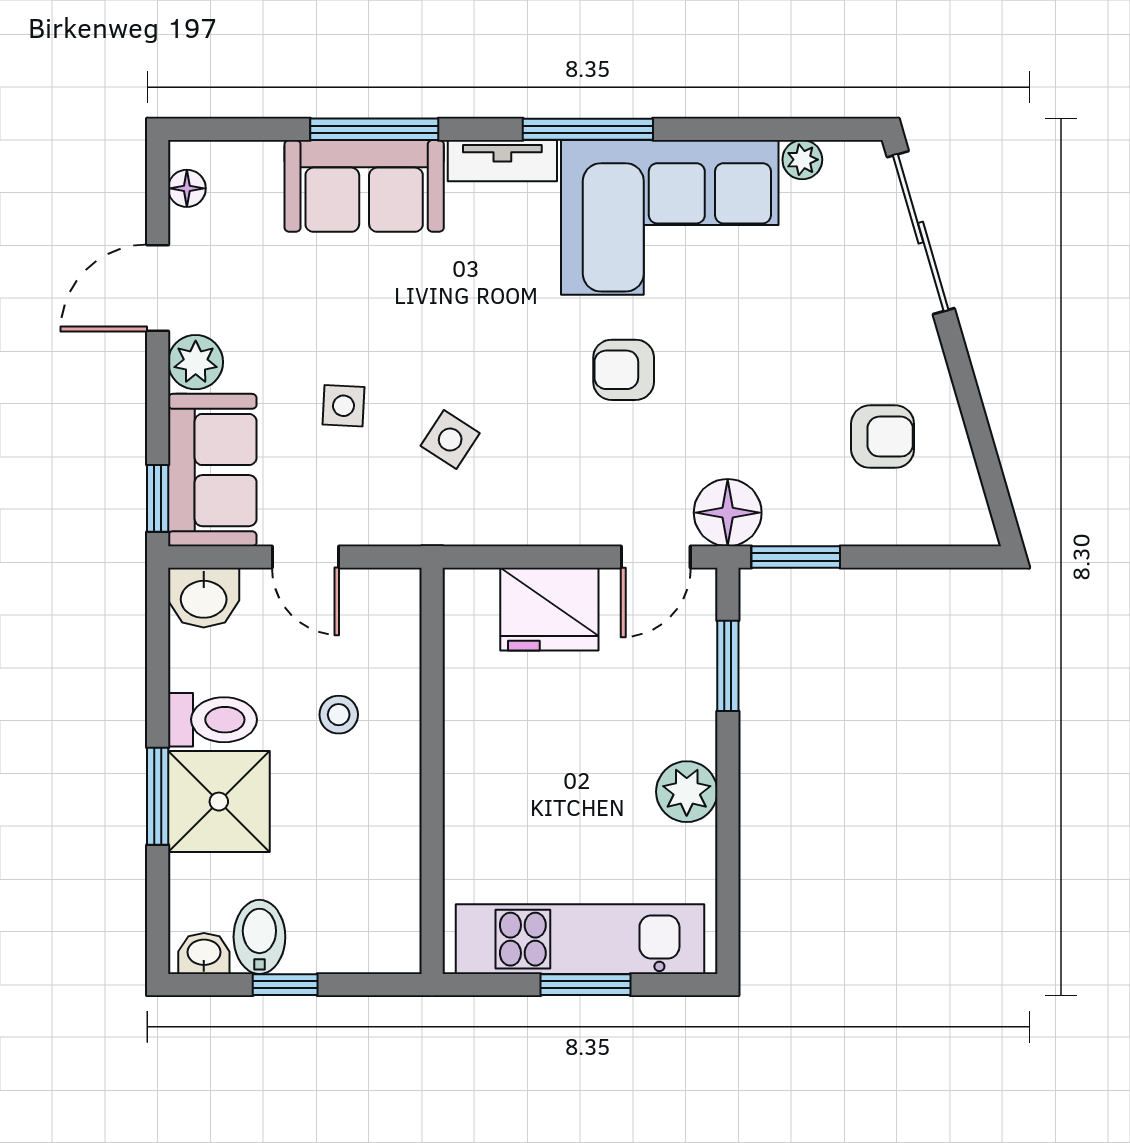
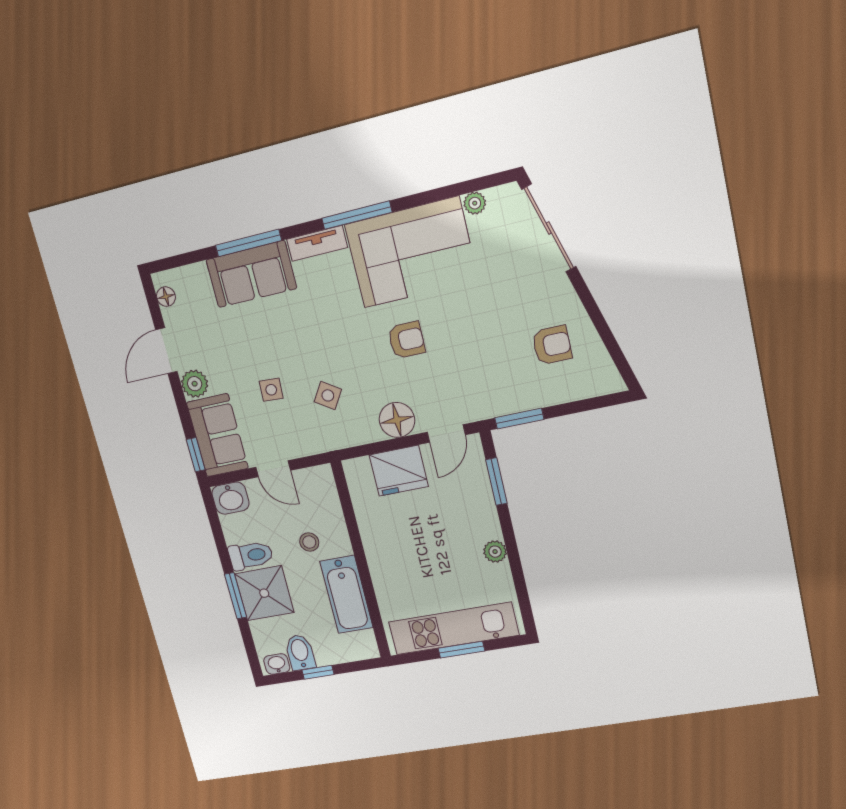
armchair: (624, 370) -> (406, 340), turned 180
floor lamp: (728, 513) -> (397, 420), moved
plant: (687, 792) -> (495, 552), width x0.73, depth x0.73
bathtub: (385, 834) -> (346, 595), added

